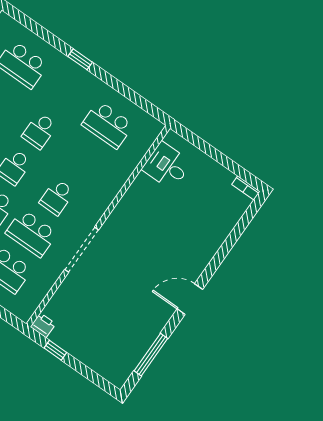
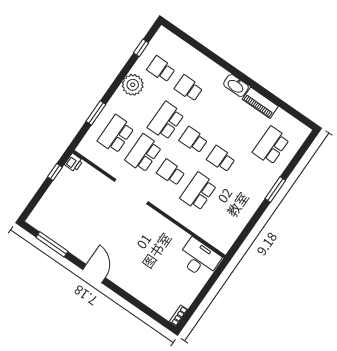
window: (80, 59) -> (275, 190), width x1.50
school desk: (108, 125) -> (198, 192), moved
desk: (167, 166) -> (199, 259), width x1.37

